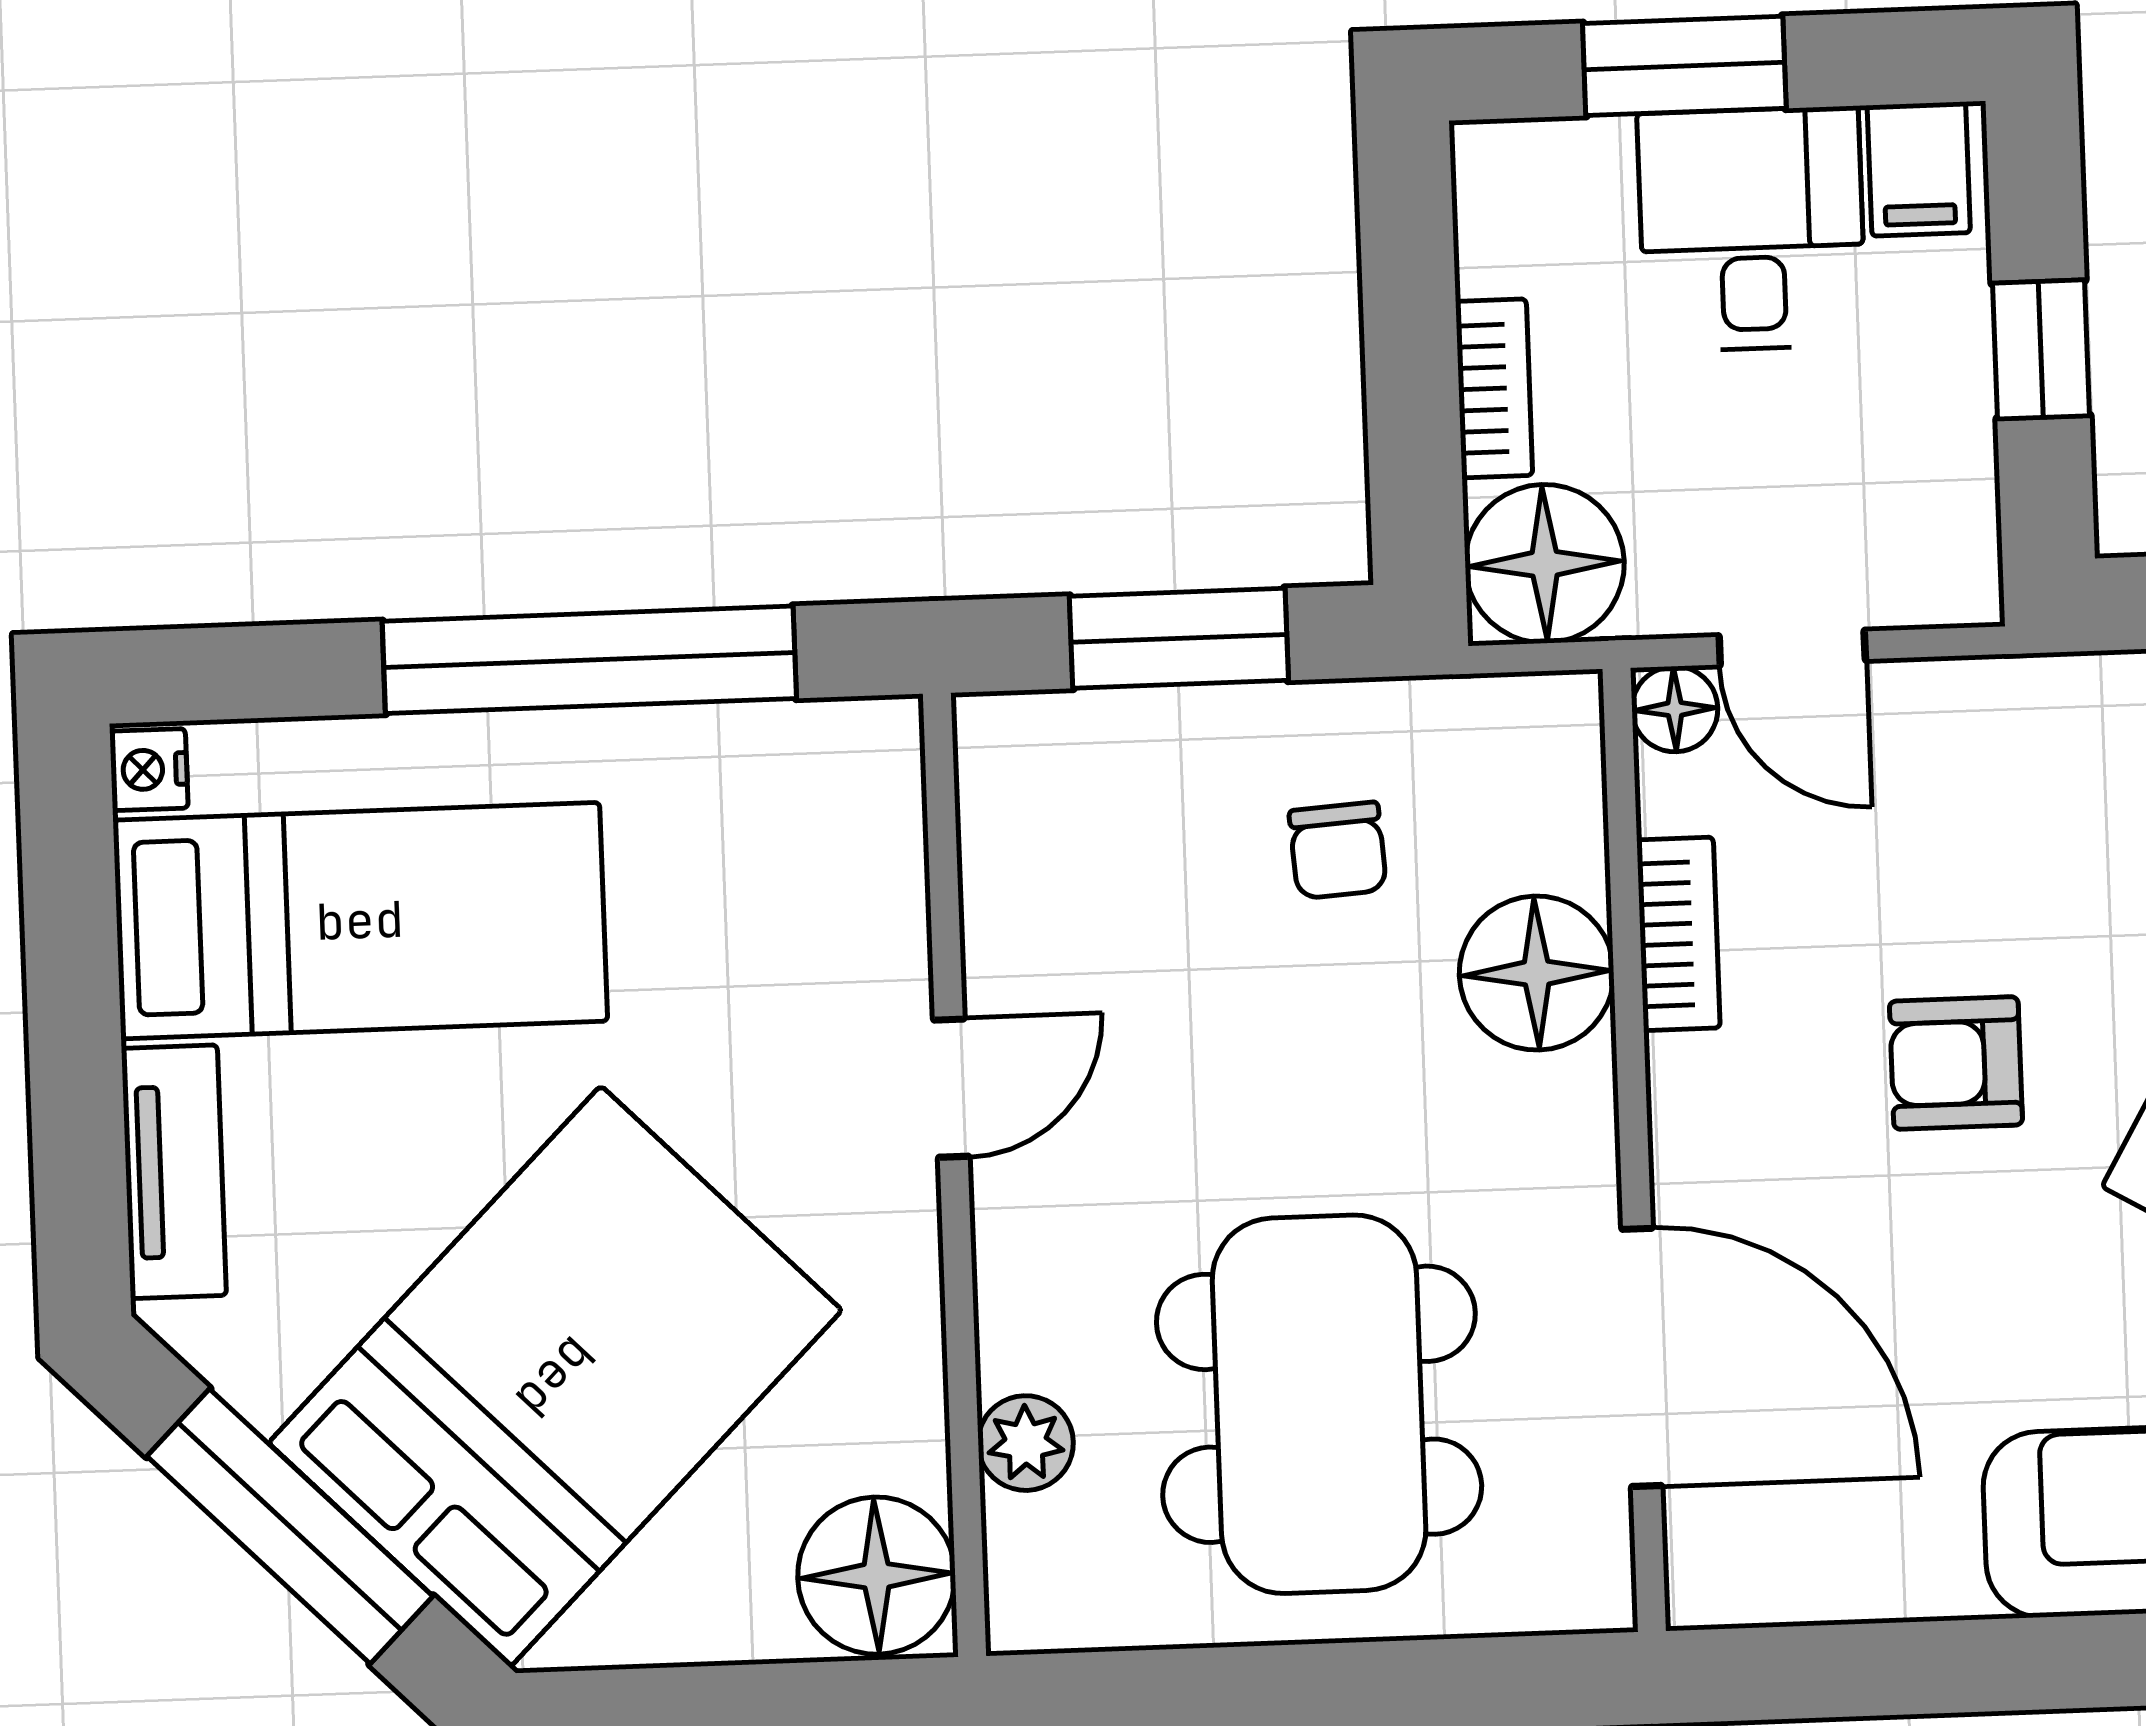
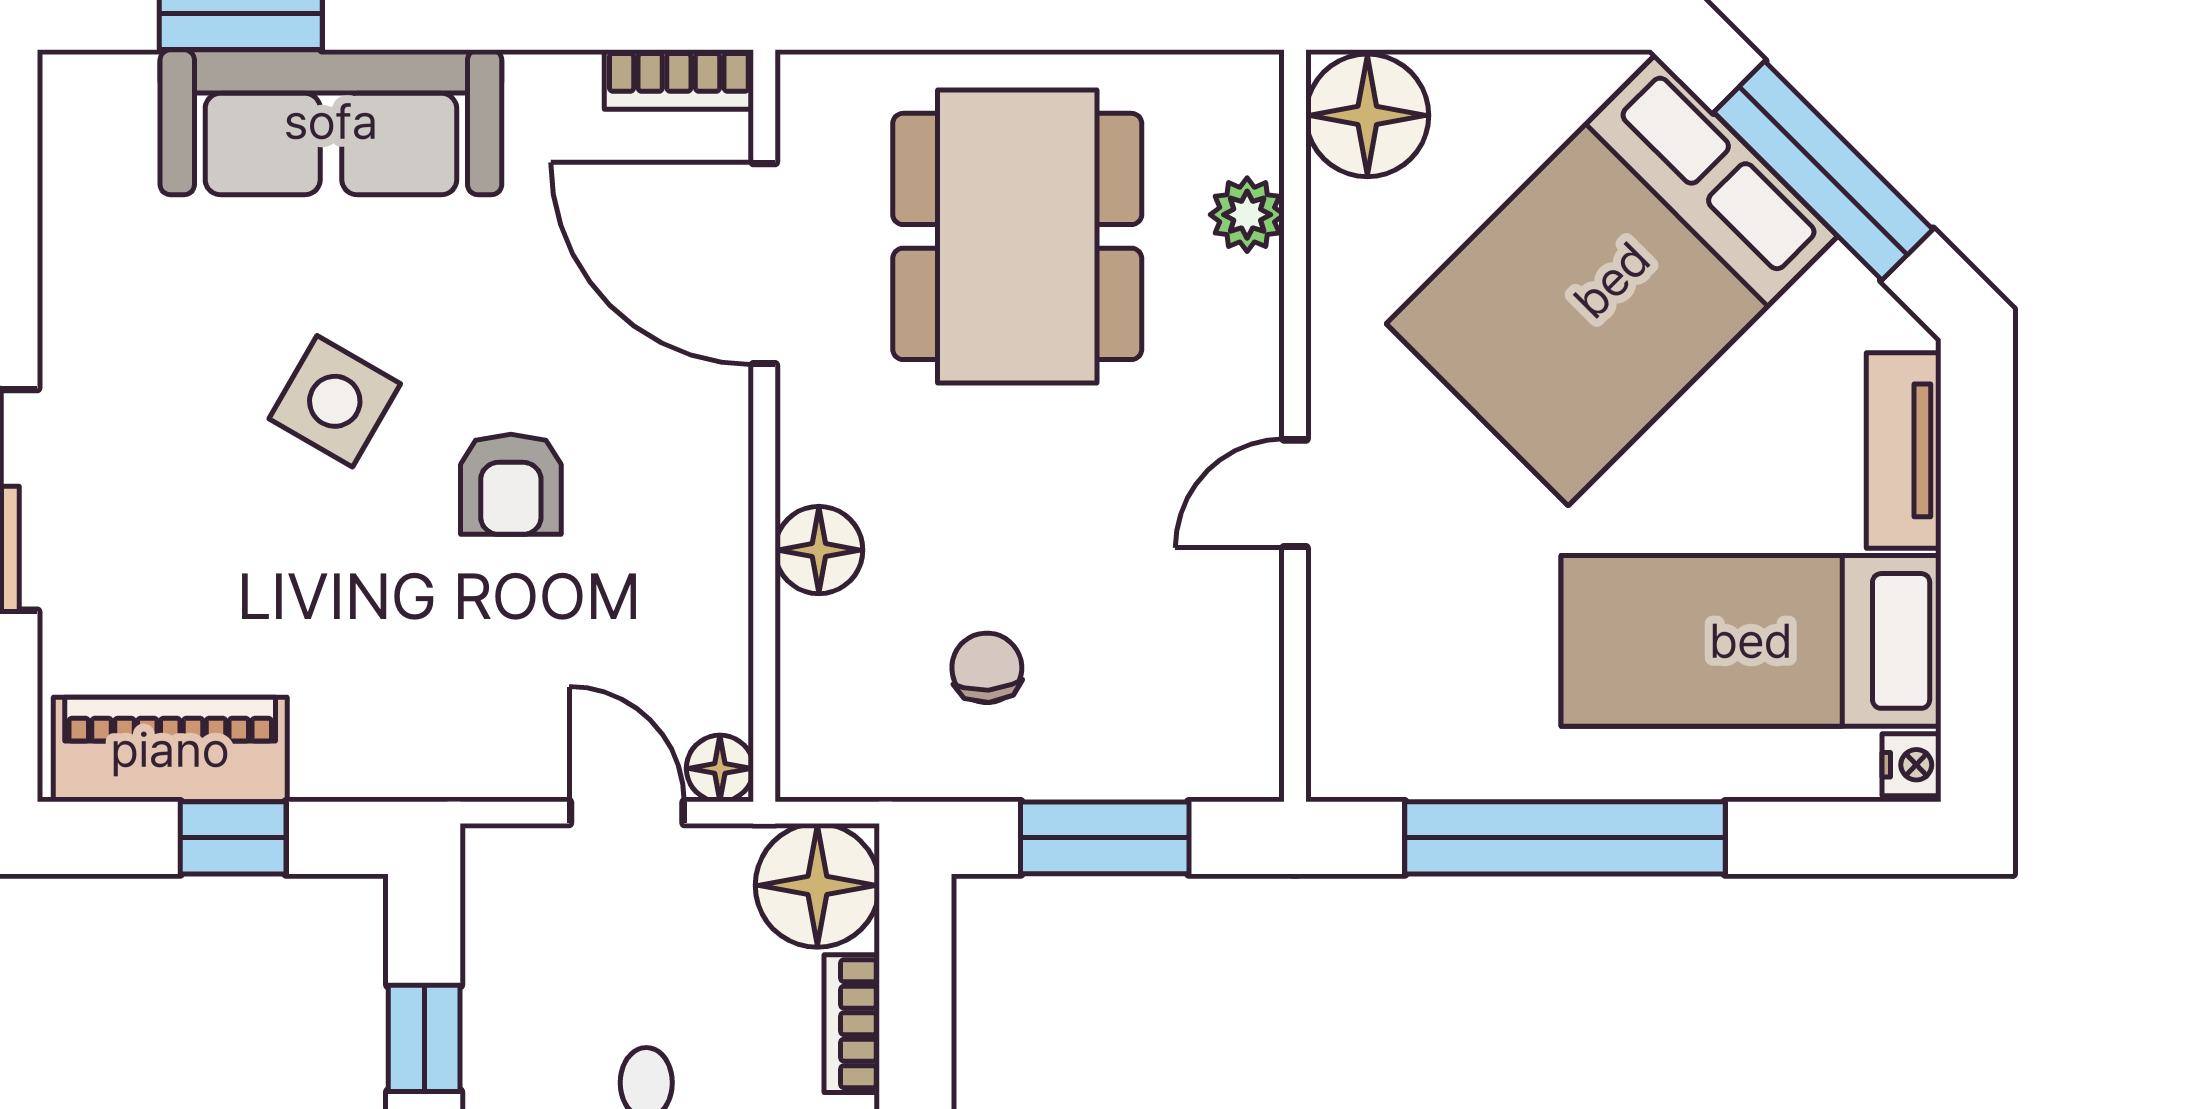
bookcase: (1678, 934) -> (679, 80), moved, turned -90
floor lamp: (1537, 973) -> (819, 550), width x0.73, depth x0.73
armchair: (1956, 1063) -> (511, 484), turned 90

